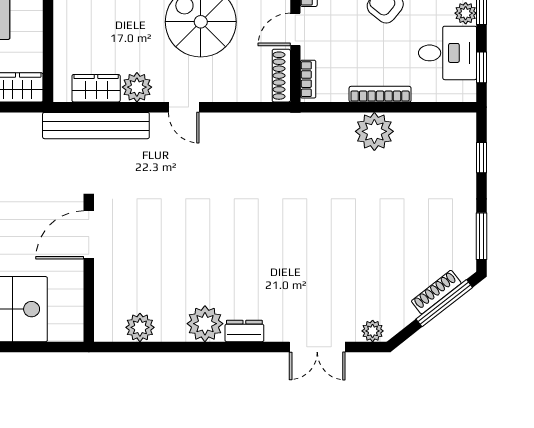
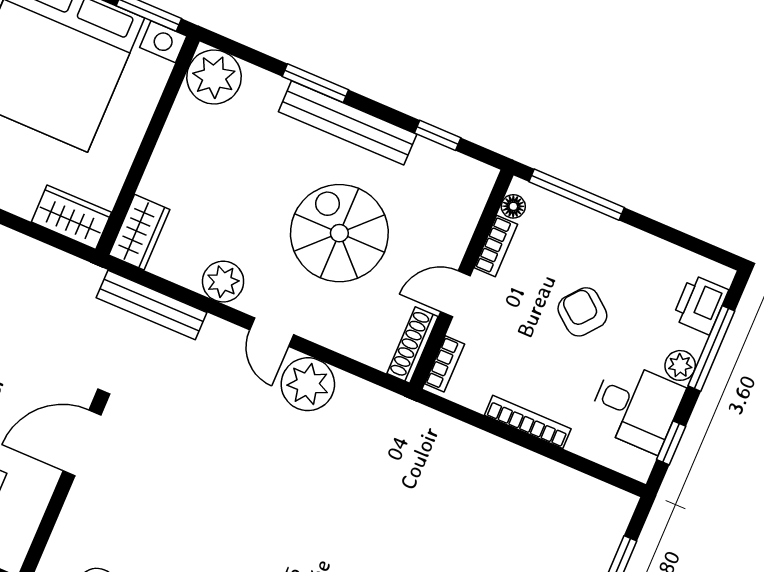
wardrobe: (96, 88) -> (139, 232), moved, turned 90
bench: (96, 126) -> (152, 305), width x0.73, depth x0.82
plant: (374, 131) -> (308, 384), moved

